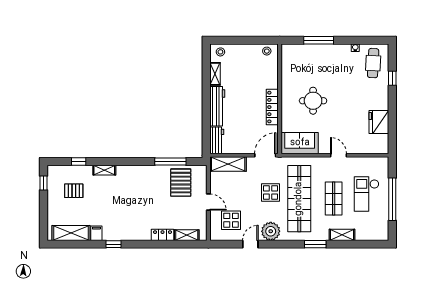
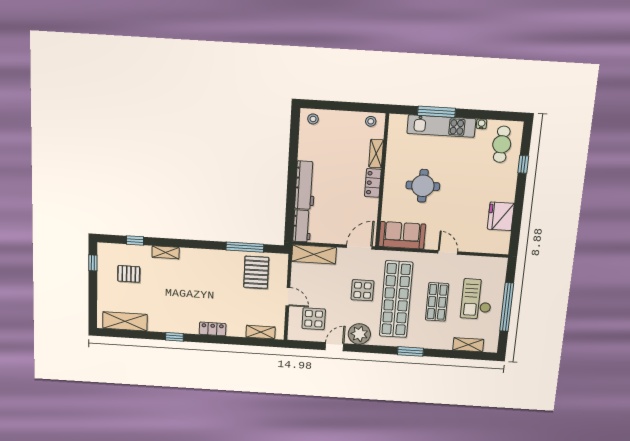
kitchen unit: (323, 51) -> (441, 126), added
shelving: (215, 74) -> (376, 154), moved
locker: (272, 107) -> (373, 183), width x0.66
filing cabinet: (96, 233) -> (155, 323), removed
locker: (163, 235) -> (213, 329), moved
shelving: (342, 235) -> (468, 345), moved

